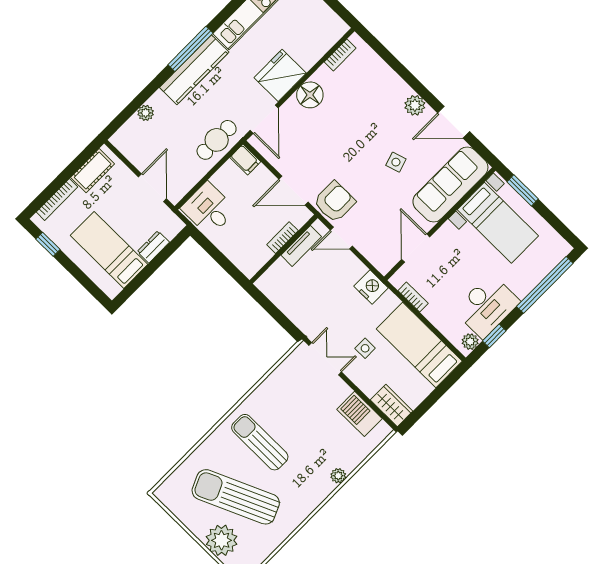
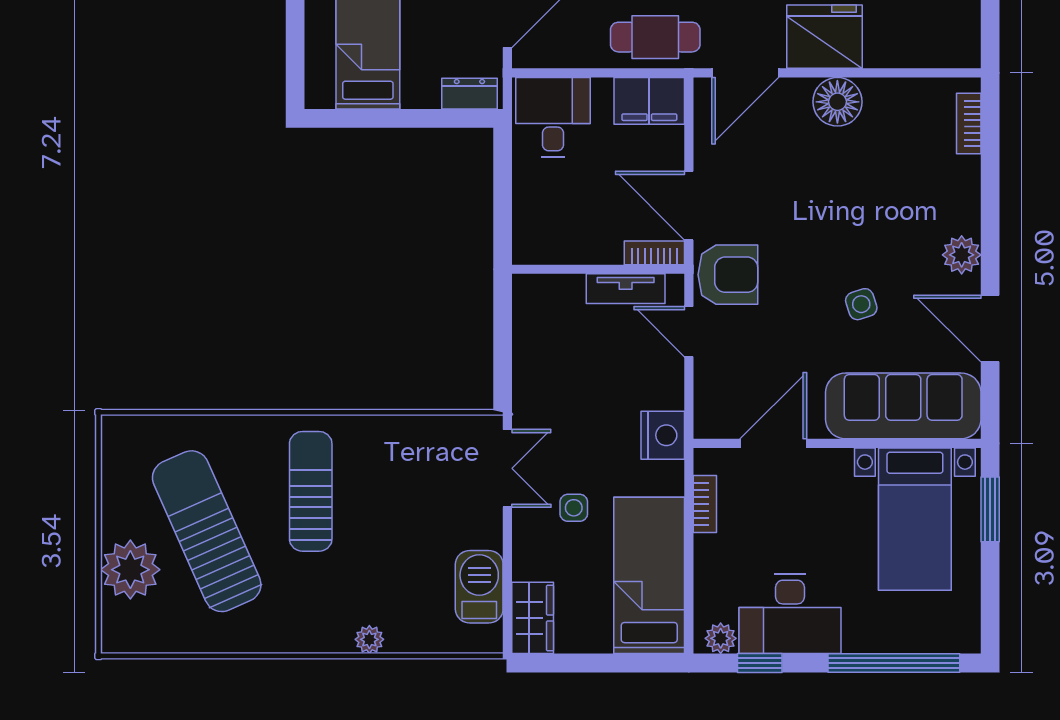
bookcase: (340, 55) -> (969, 123), moved, turned 90
filing cabinet: (245, 159) -> (649, 101), width x2.00
bookcase: (282, 238) -> (654, 253), moved
dresser: (153, 247) -> (469, 94), moved

